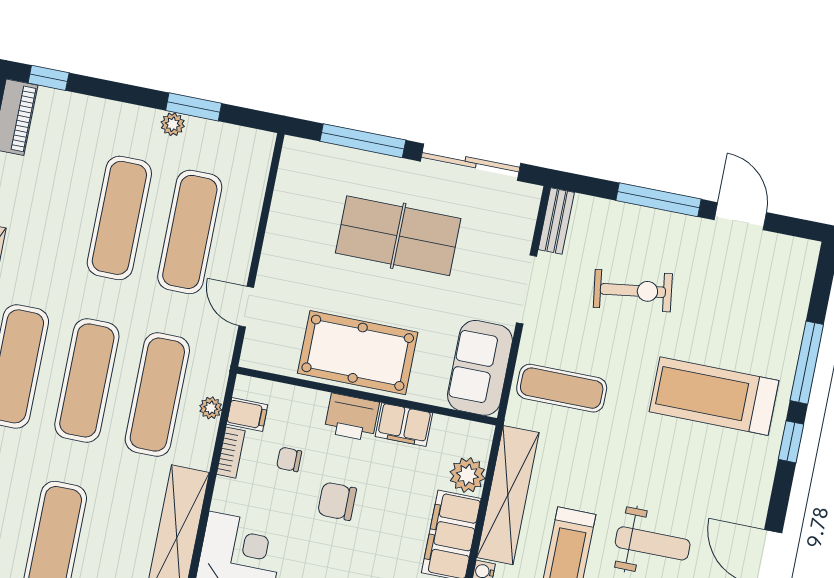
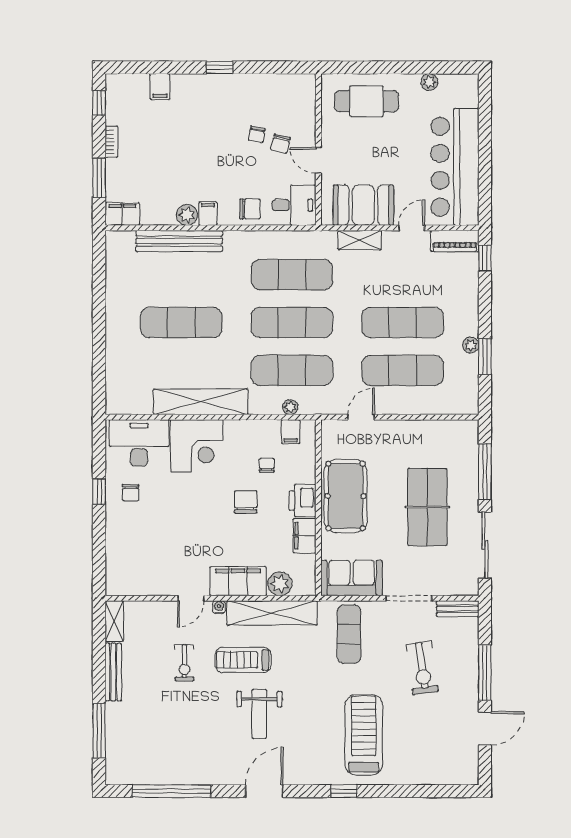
window: (807, 363) -> (398, 791), removed
bookcase: (231, 453) -> (264, 426), removed

